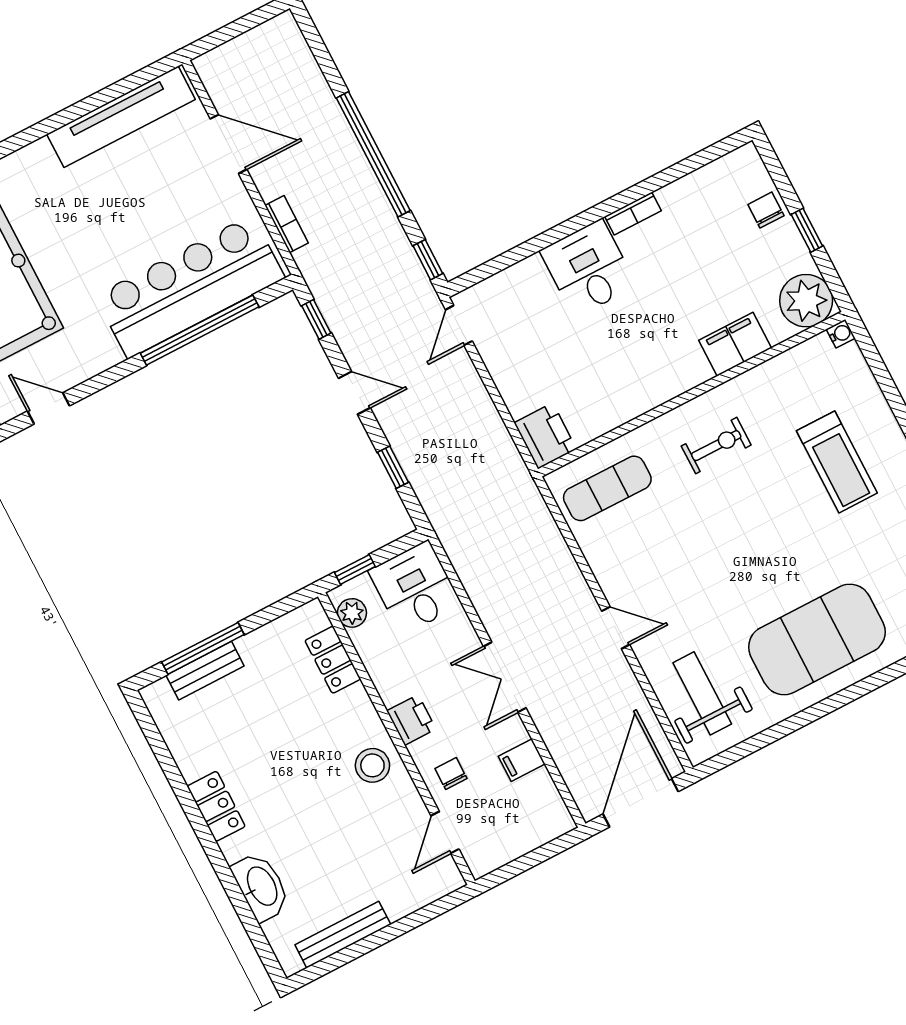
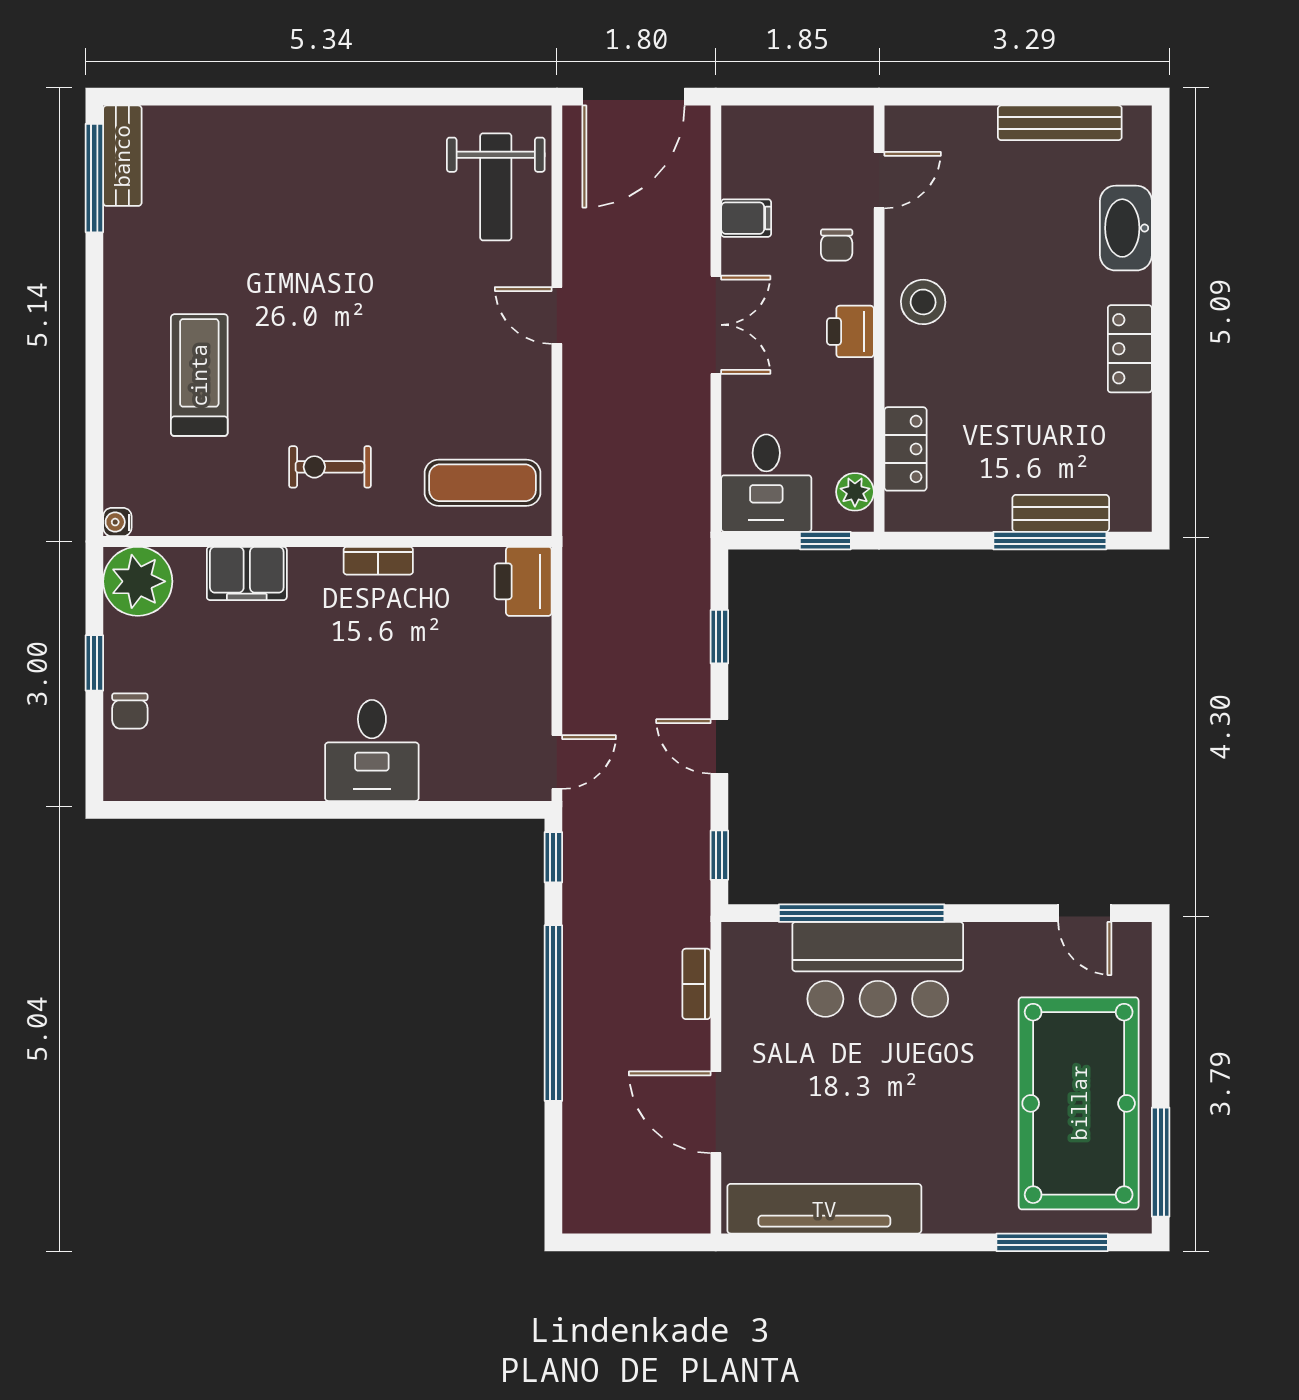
bookcase: (633, 214) -> (378, 561), moved, turned 180
bar counter: (190, 287) -> (878, 969), width x0.73
exercise mat: (817, 639) -> (330, 180), removed

